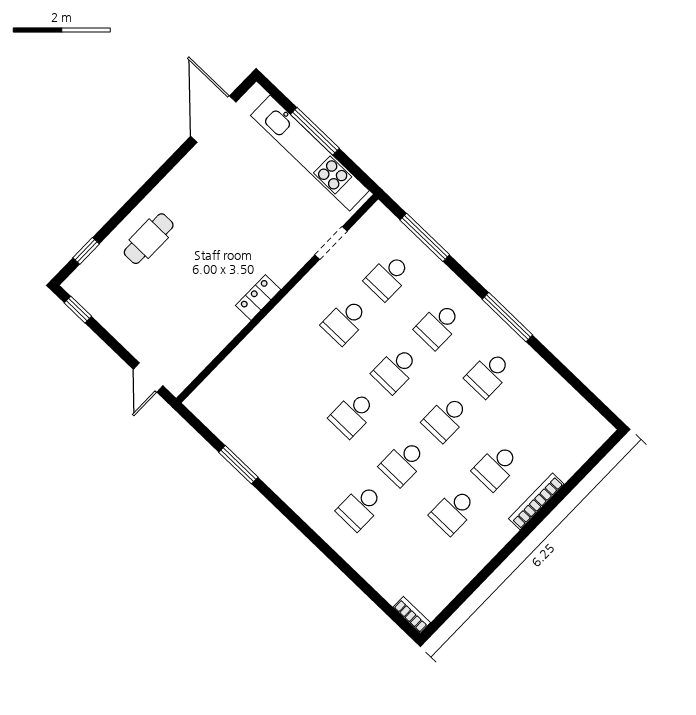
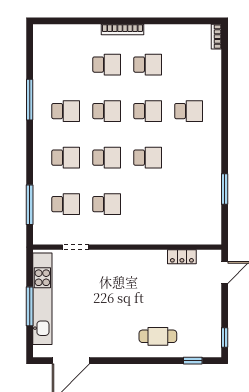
locker: (258, 298) -> (182, 257), moved
window: (507, 317) -> (30, 100), moved
bookcase: (536, 501) -> (122, 29), moved

